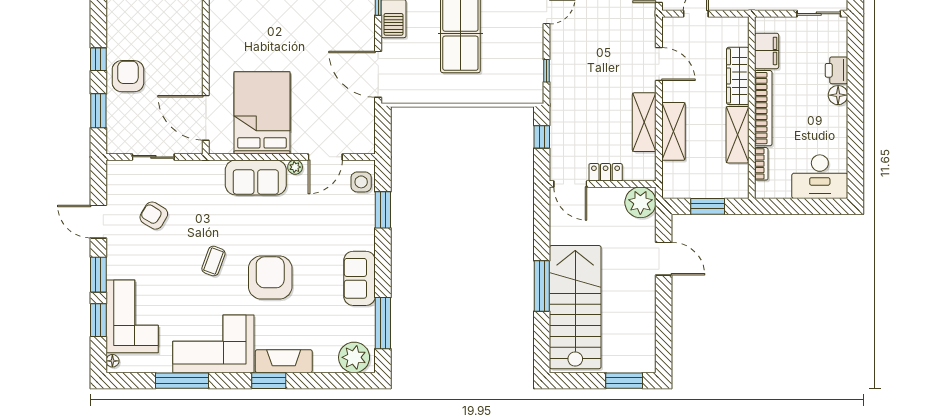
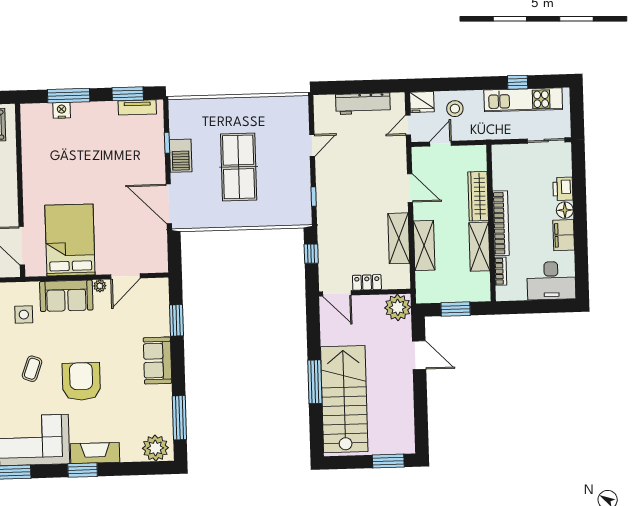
filing cabinet: (767, 51) -> (564, 235), moved, turned 180
side table: (361, 182) -> (24, 315), moved
sofa: (360, 278) -> (157, 361), moved

